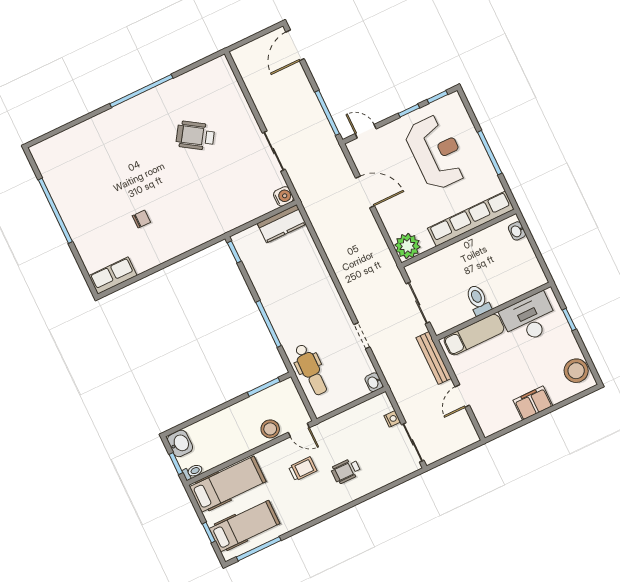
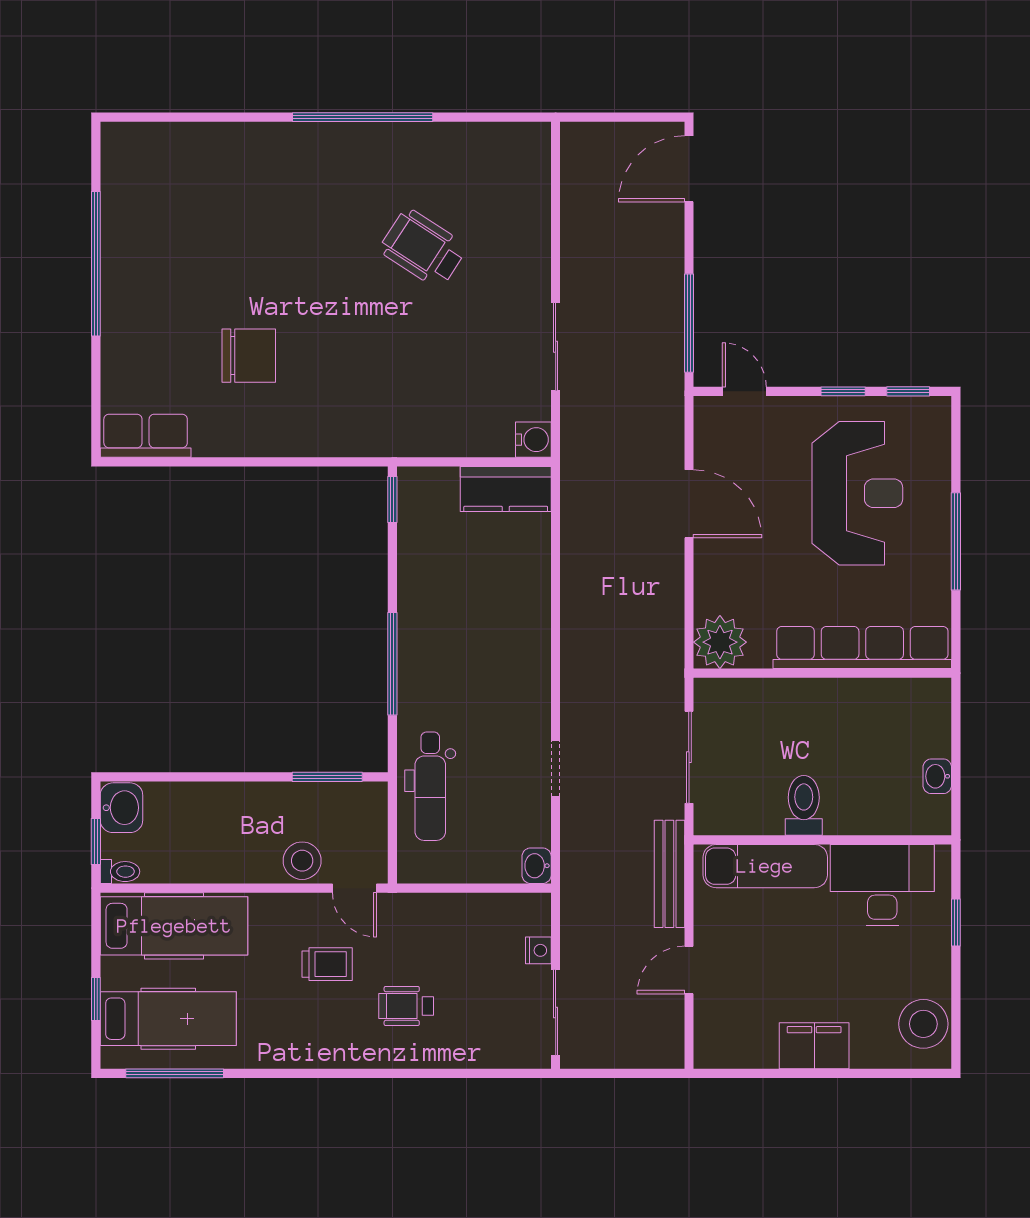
chair: (141, 219) -> (249, 356), width x1.87, depth x1.87
washbasin: (517, 231) -> (937, 776), moved

